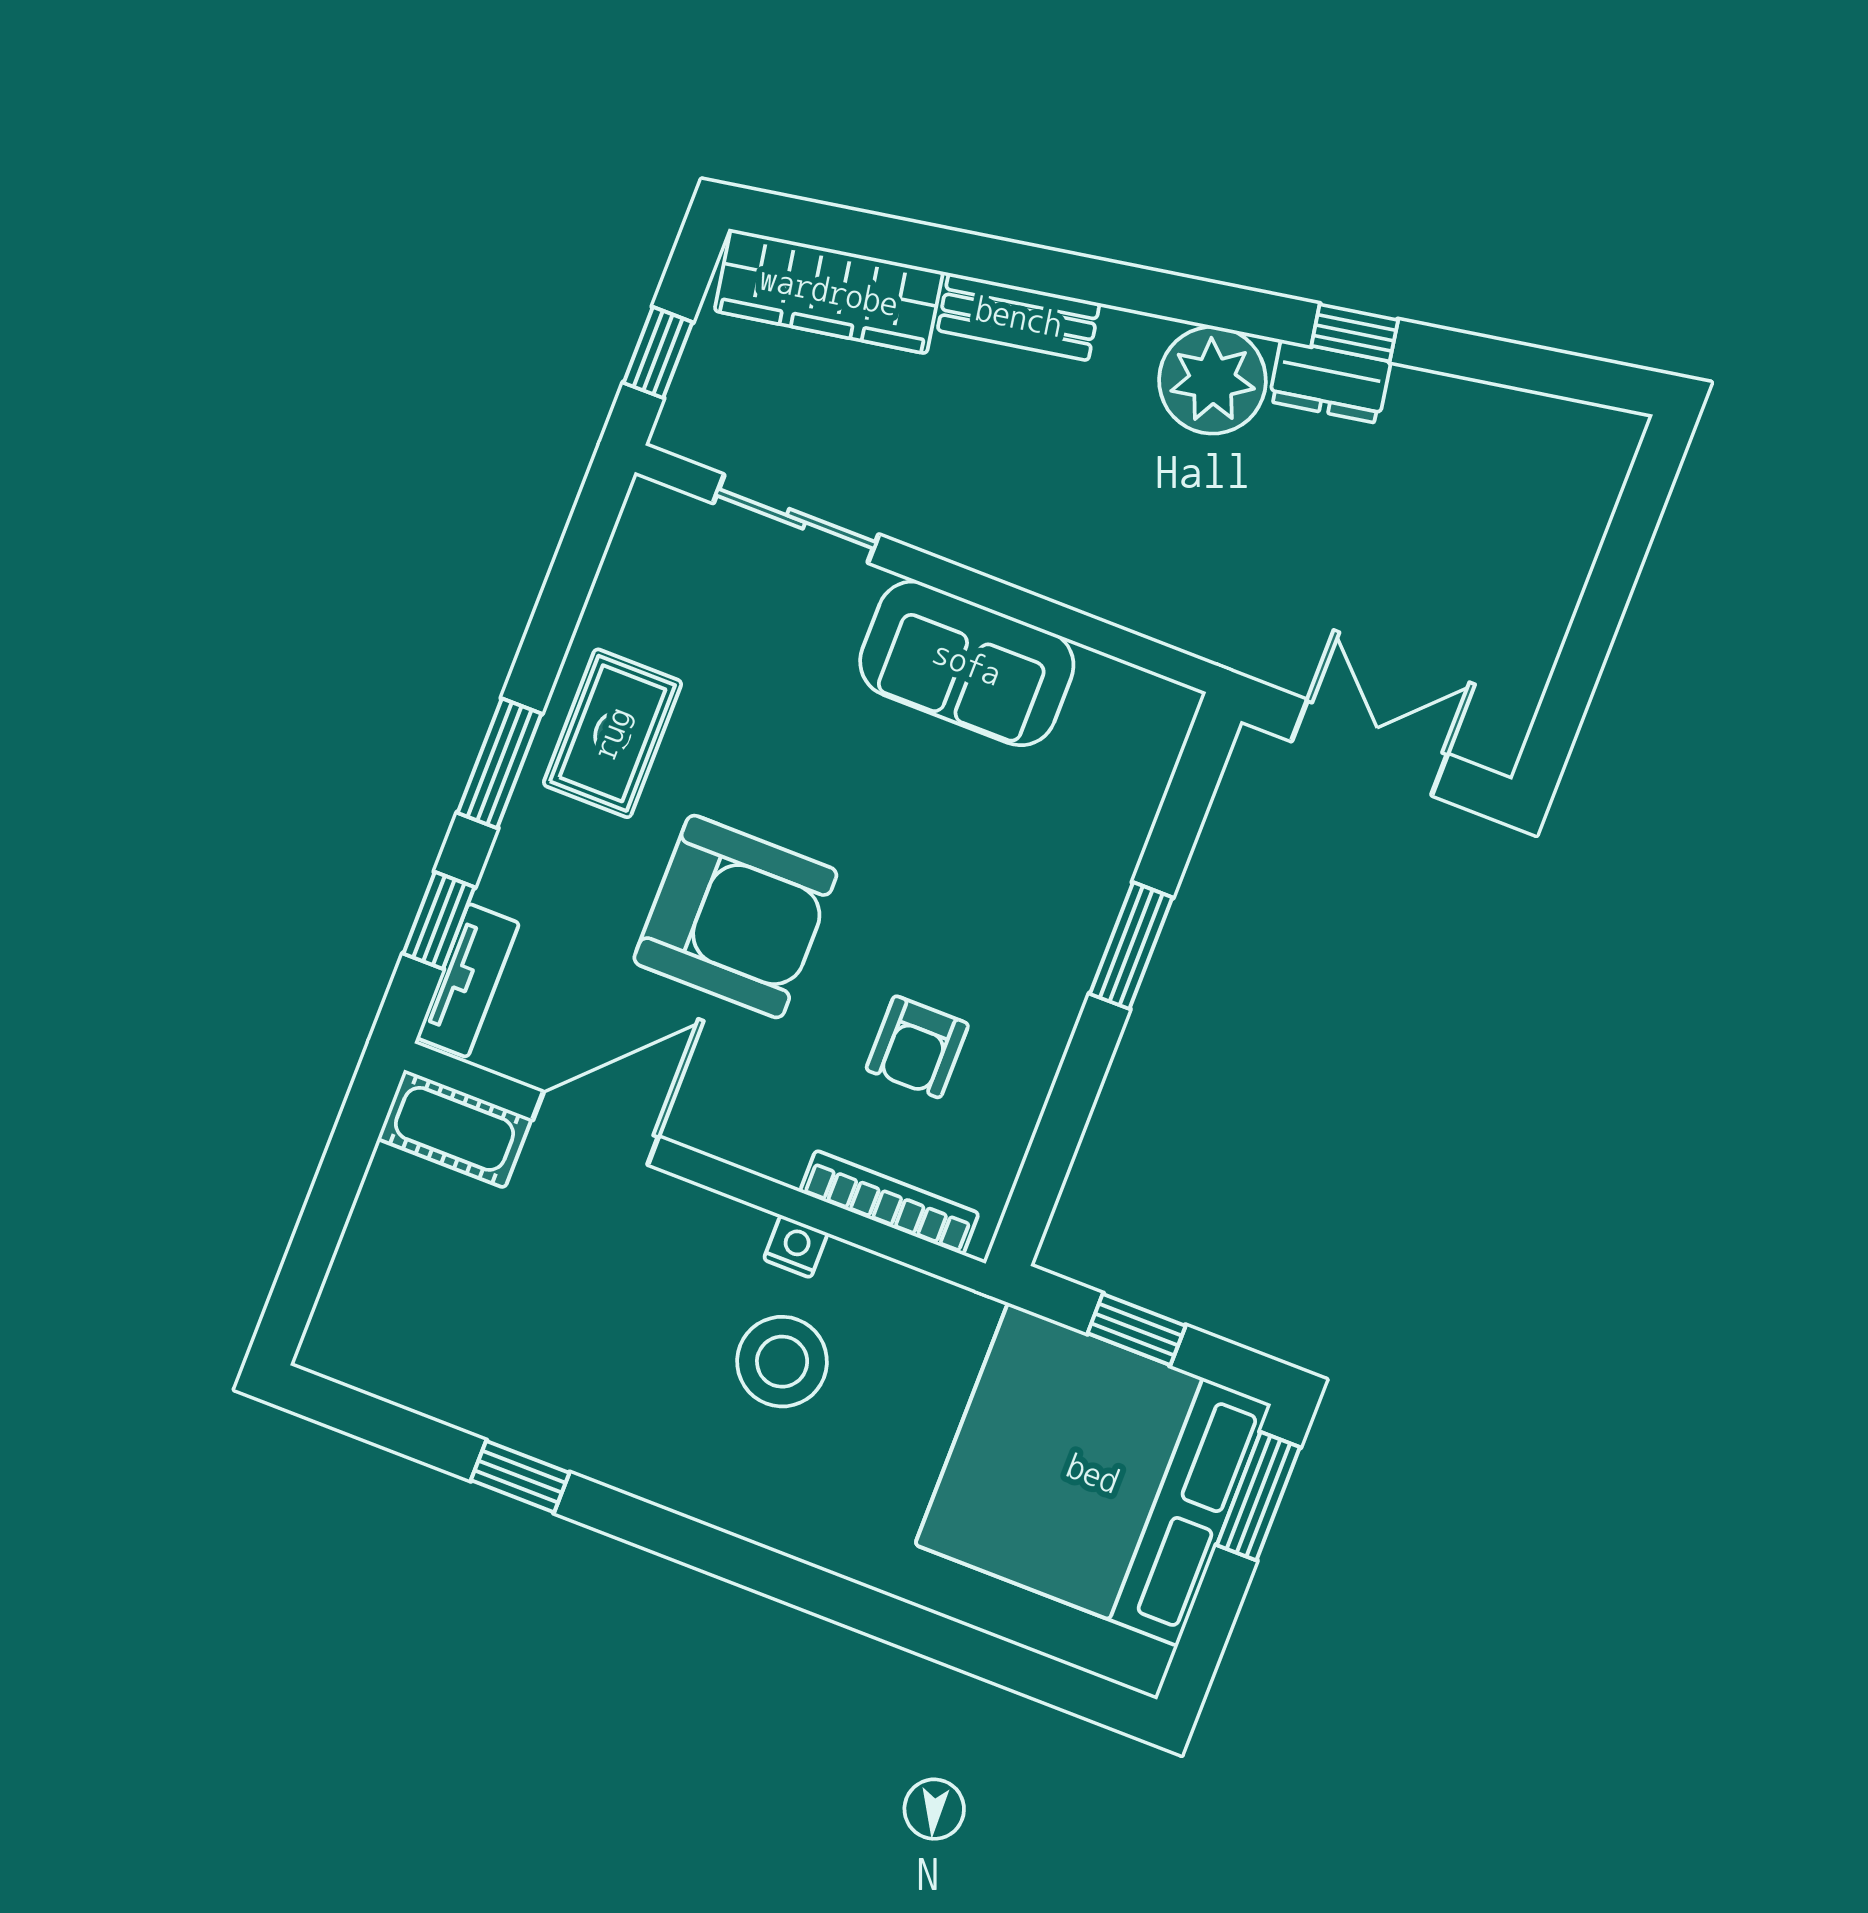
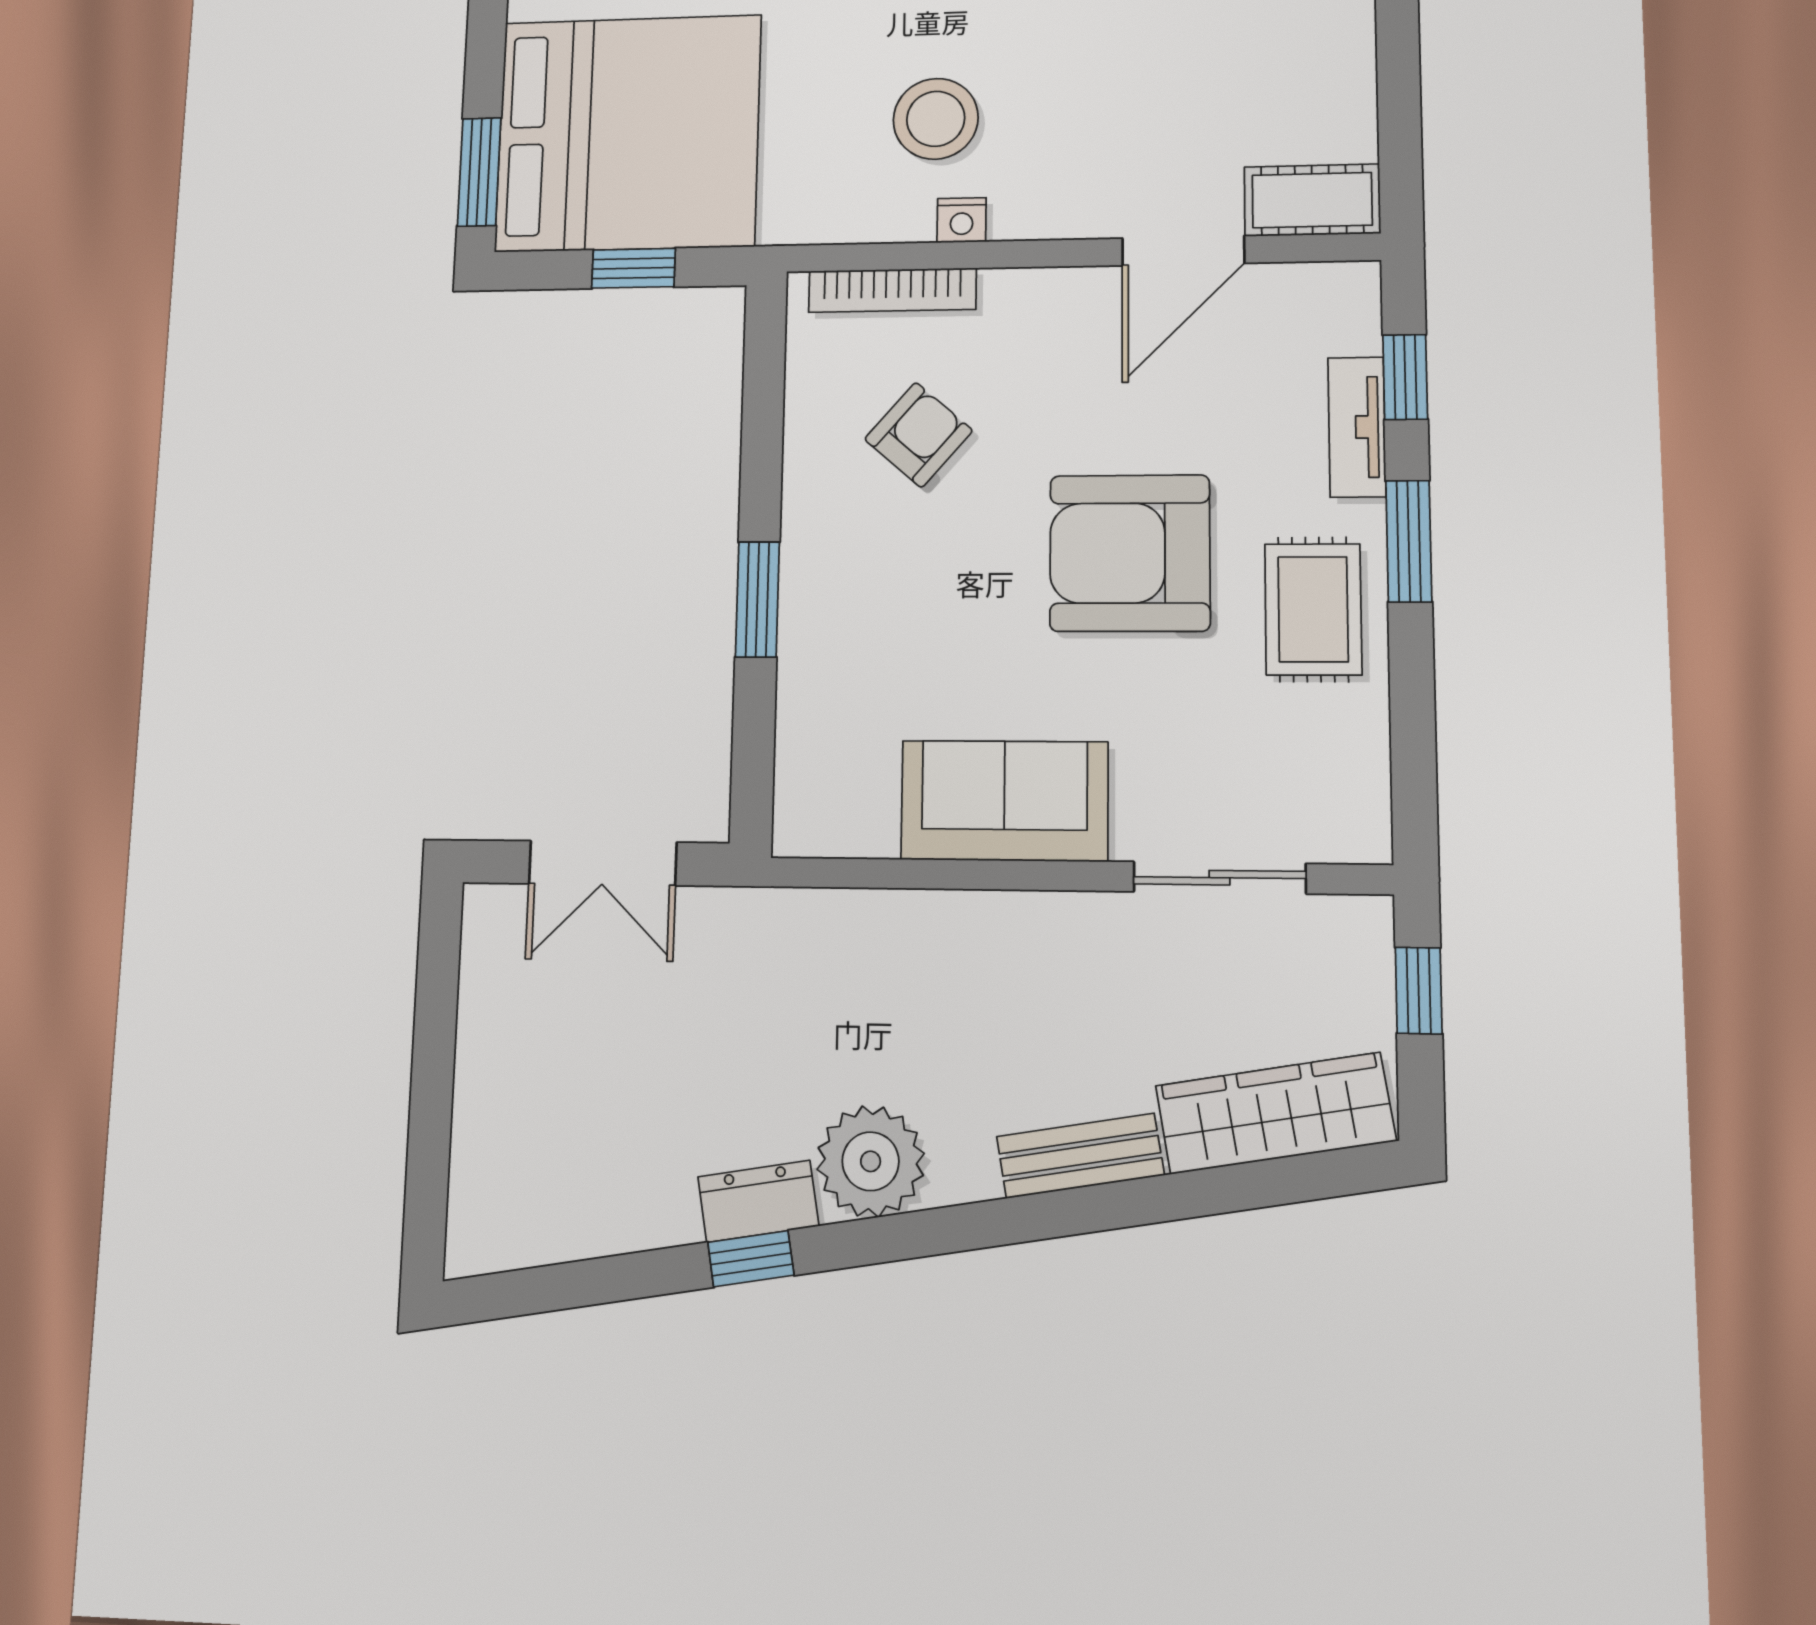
armchair: (735, 917) -> (1130, 553), moved
tv unit: (468, 980) -> (1357, 427), moved
armchair: (917, 1047) -> (918, 435), turned 41

